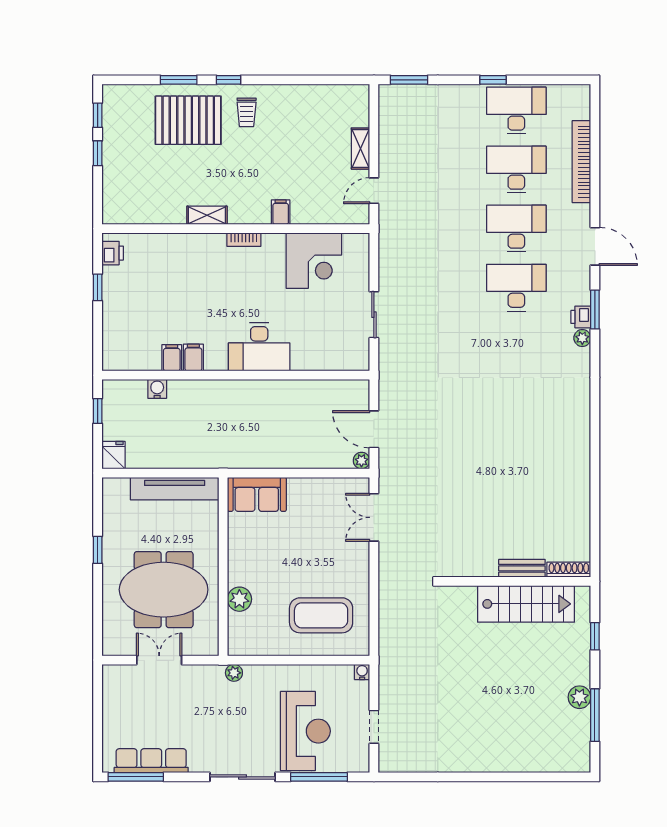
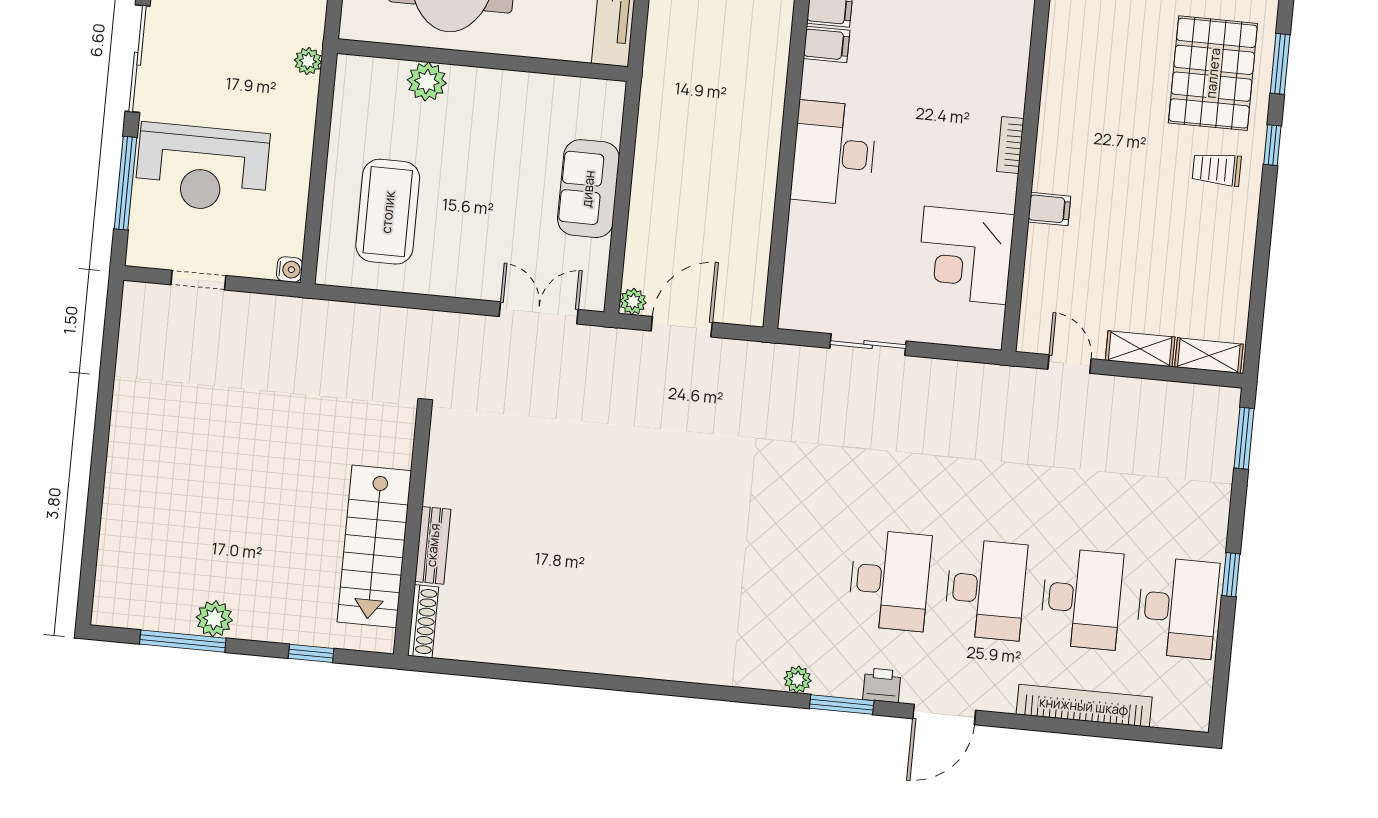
shelving: (207, 215) -> (1209, 356), moved, turned 90
printer: (581, 317) -> (882, 685), moved
sofa: (257, 494) -> (588, 189), moved

